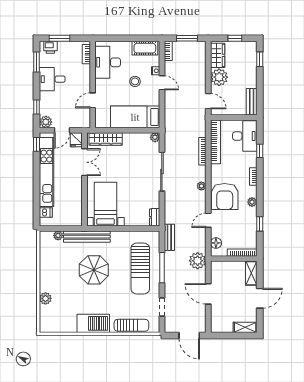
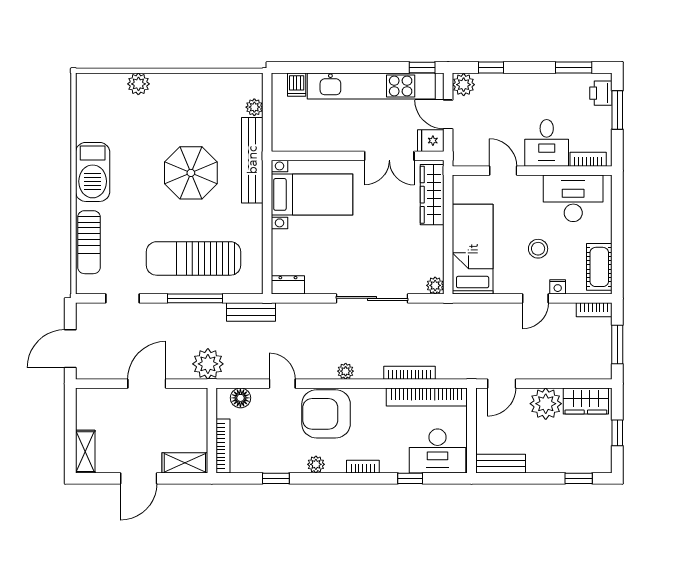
desk: (52, 79) -> (547, 143), moved, turned 180
door: (260, 298) -> (139, 478), hinge flipped

